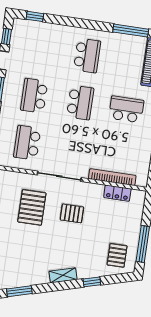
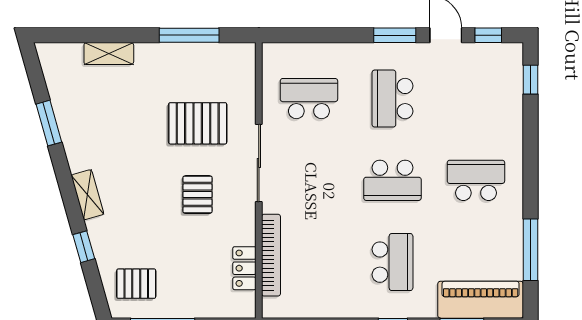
school desk: (87, 55) -> (476, 180), turned 180
school desk: (34, 96) -> (392, 99), turned -90

